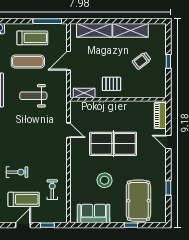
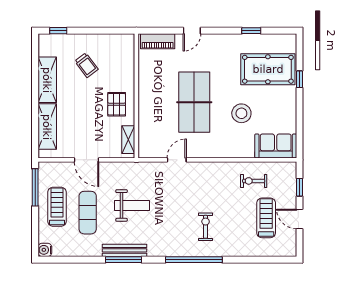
window: (168, 61) -> (58, 31), moved
weight bench: (33, 96) -> (132, 205), turned -90
exercise bike: (17, 172) -> (206, 227), moved
sofa: (94, 213) -> (276, 146), moved, turned 90

